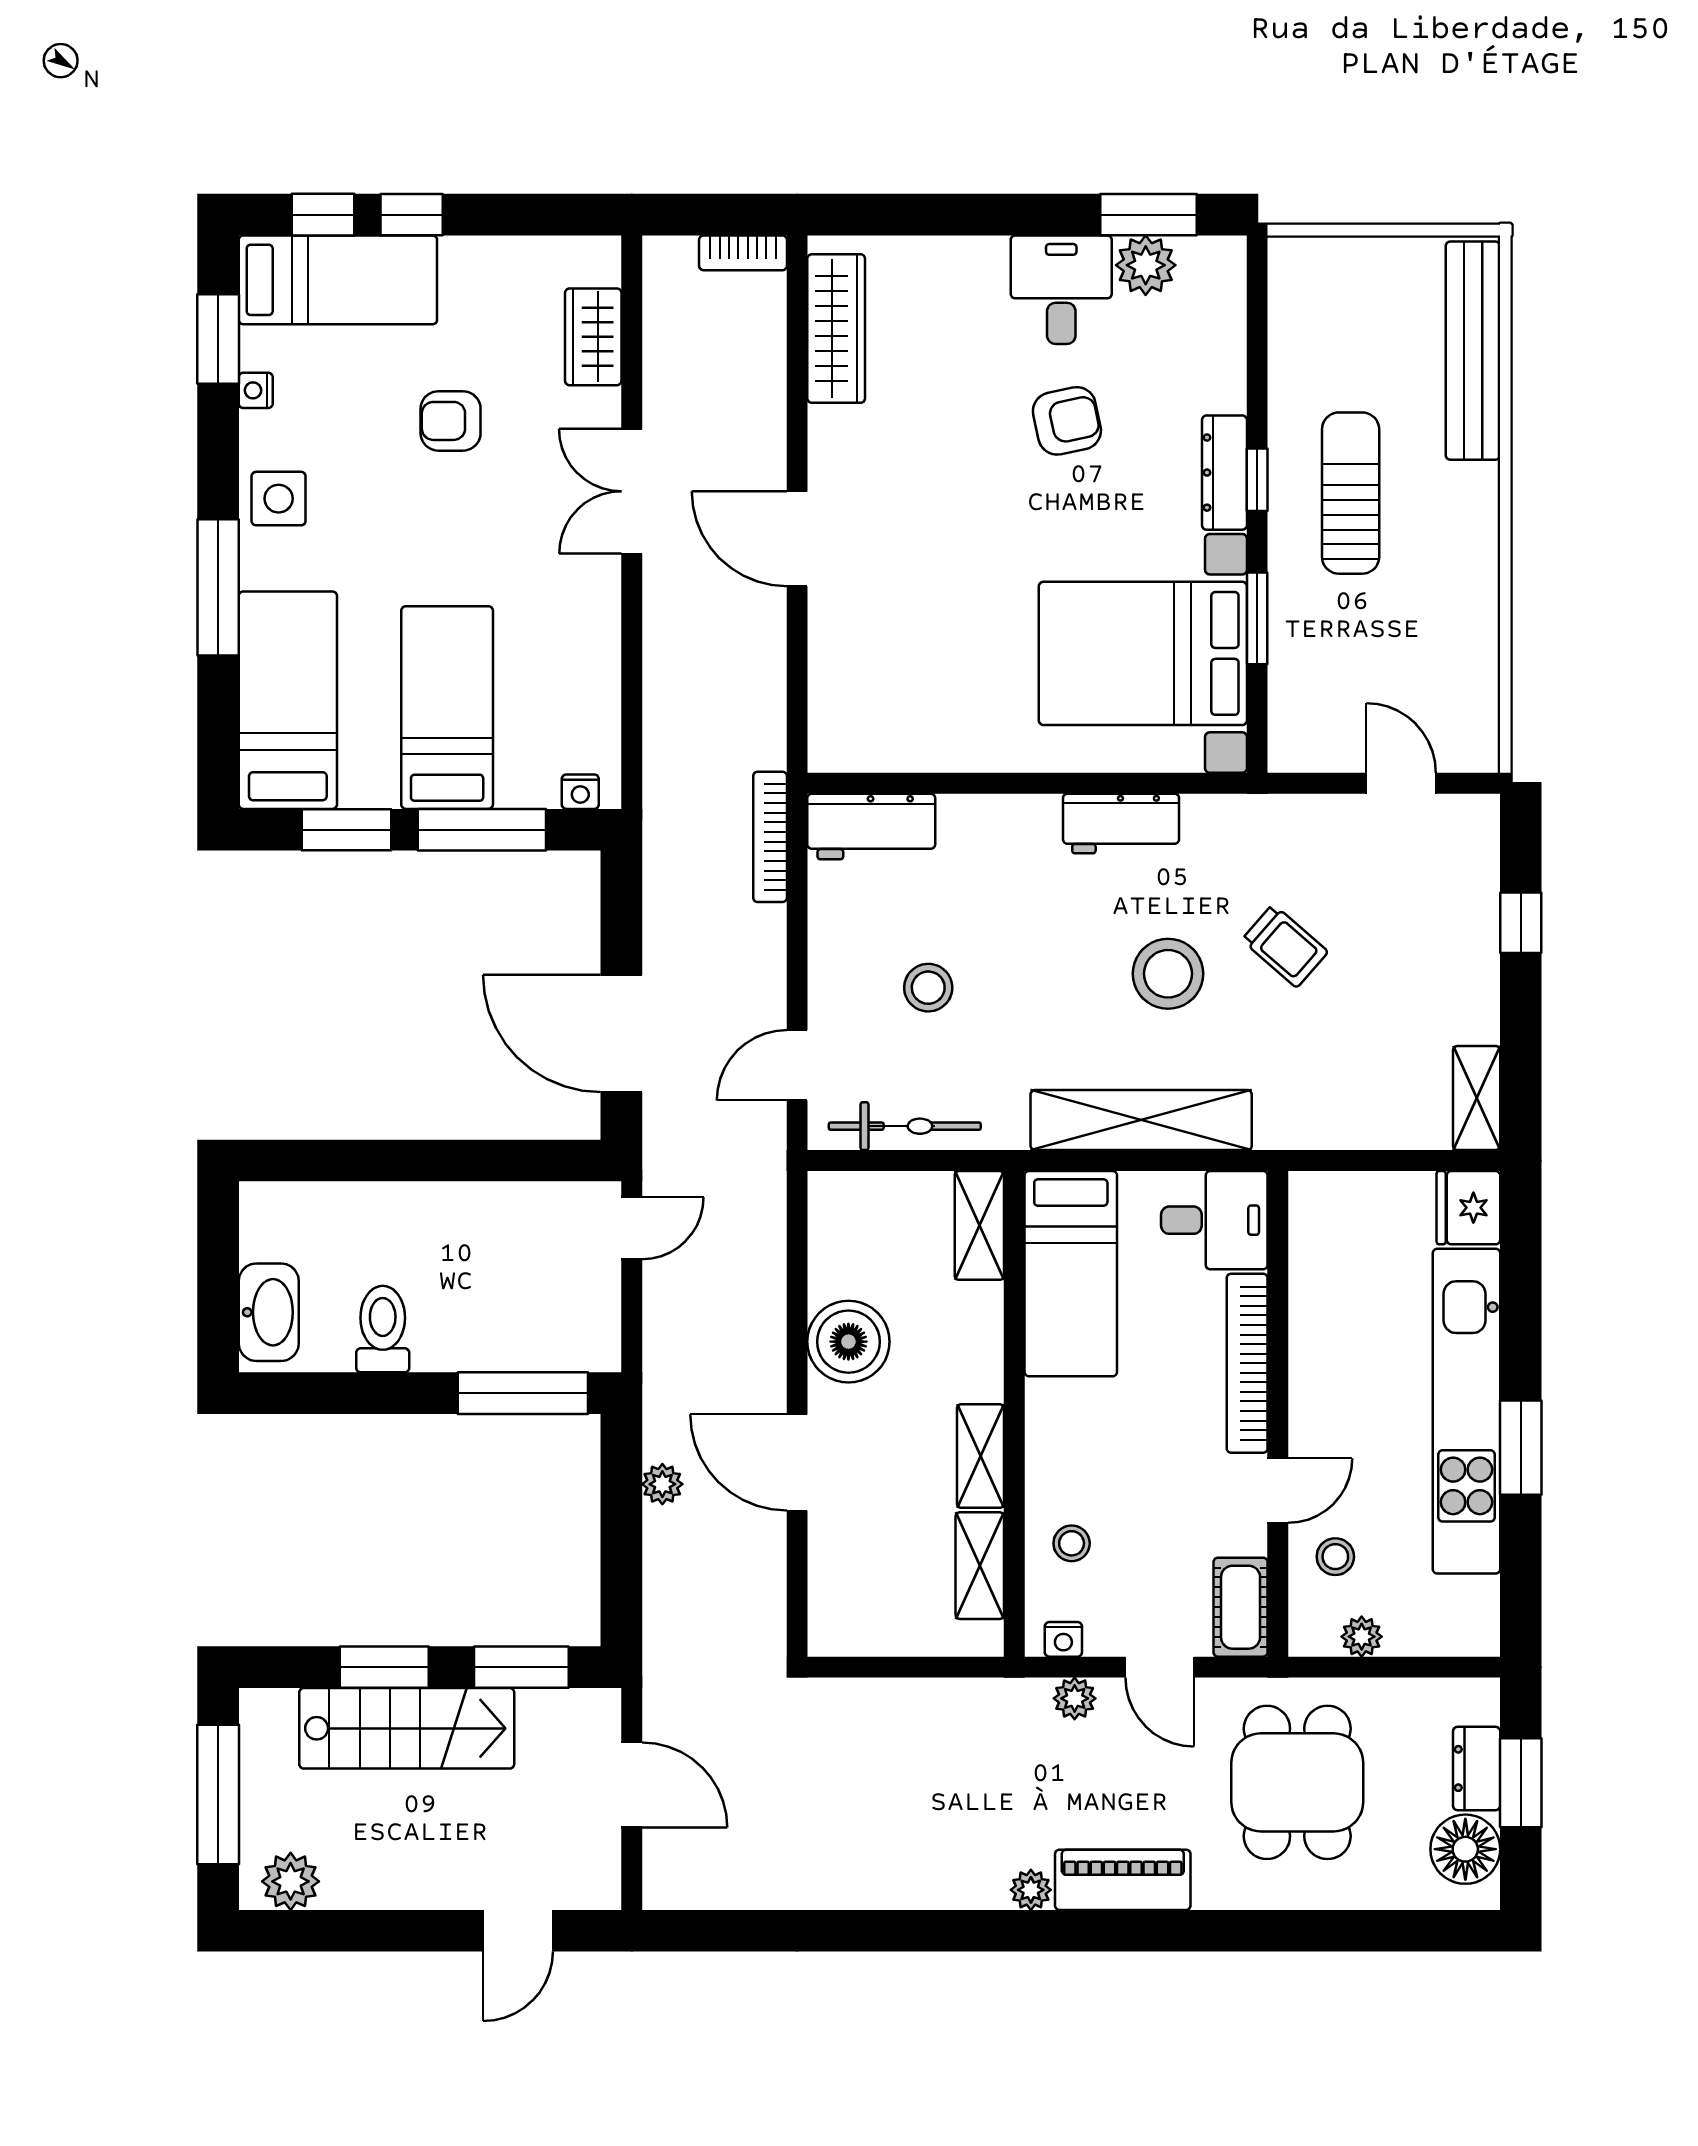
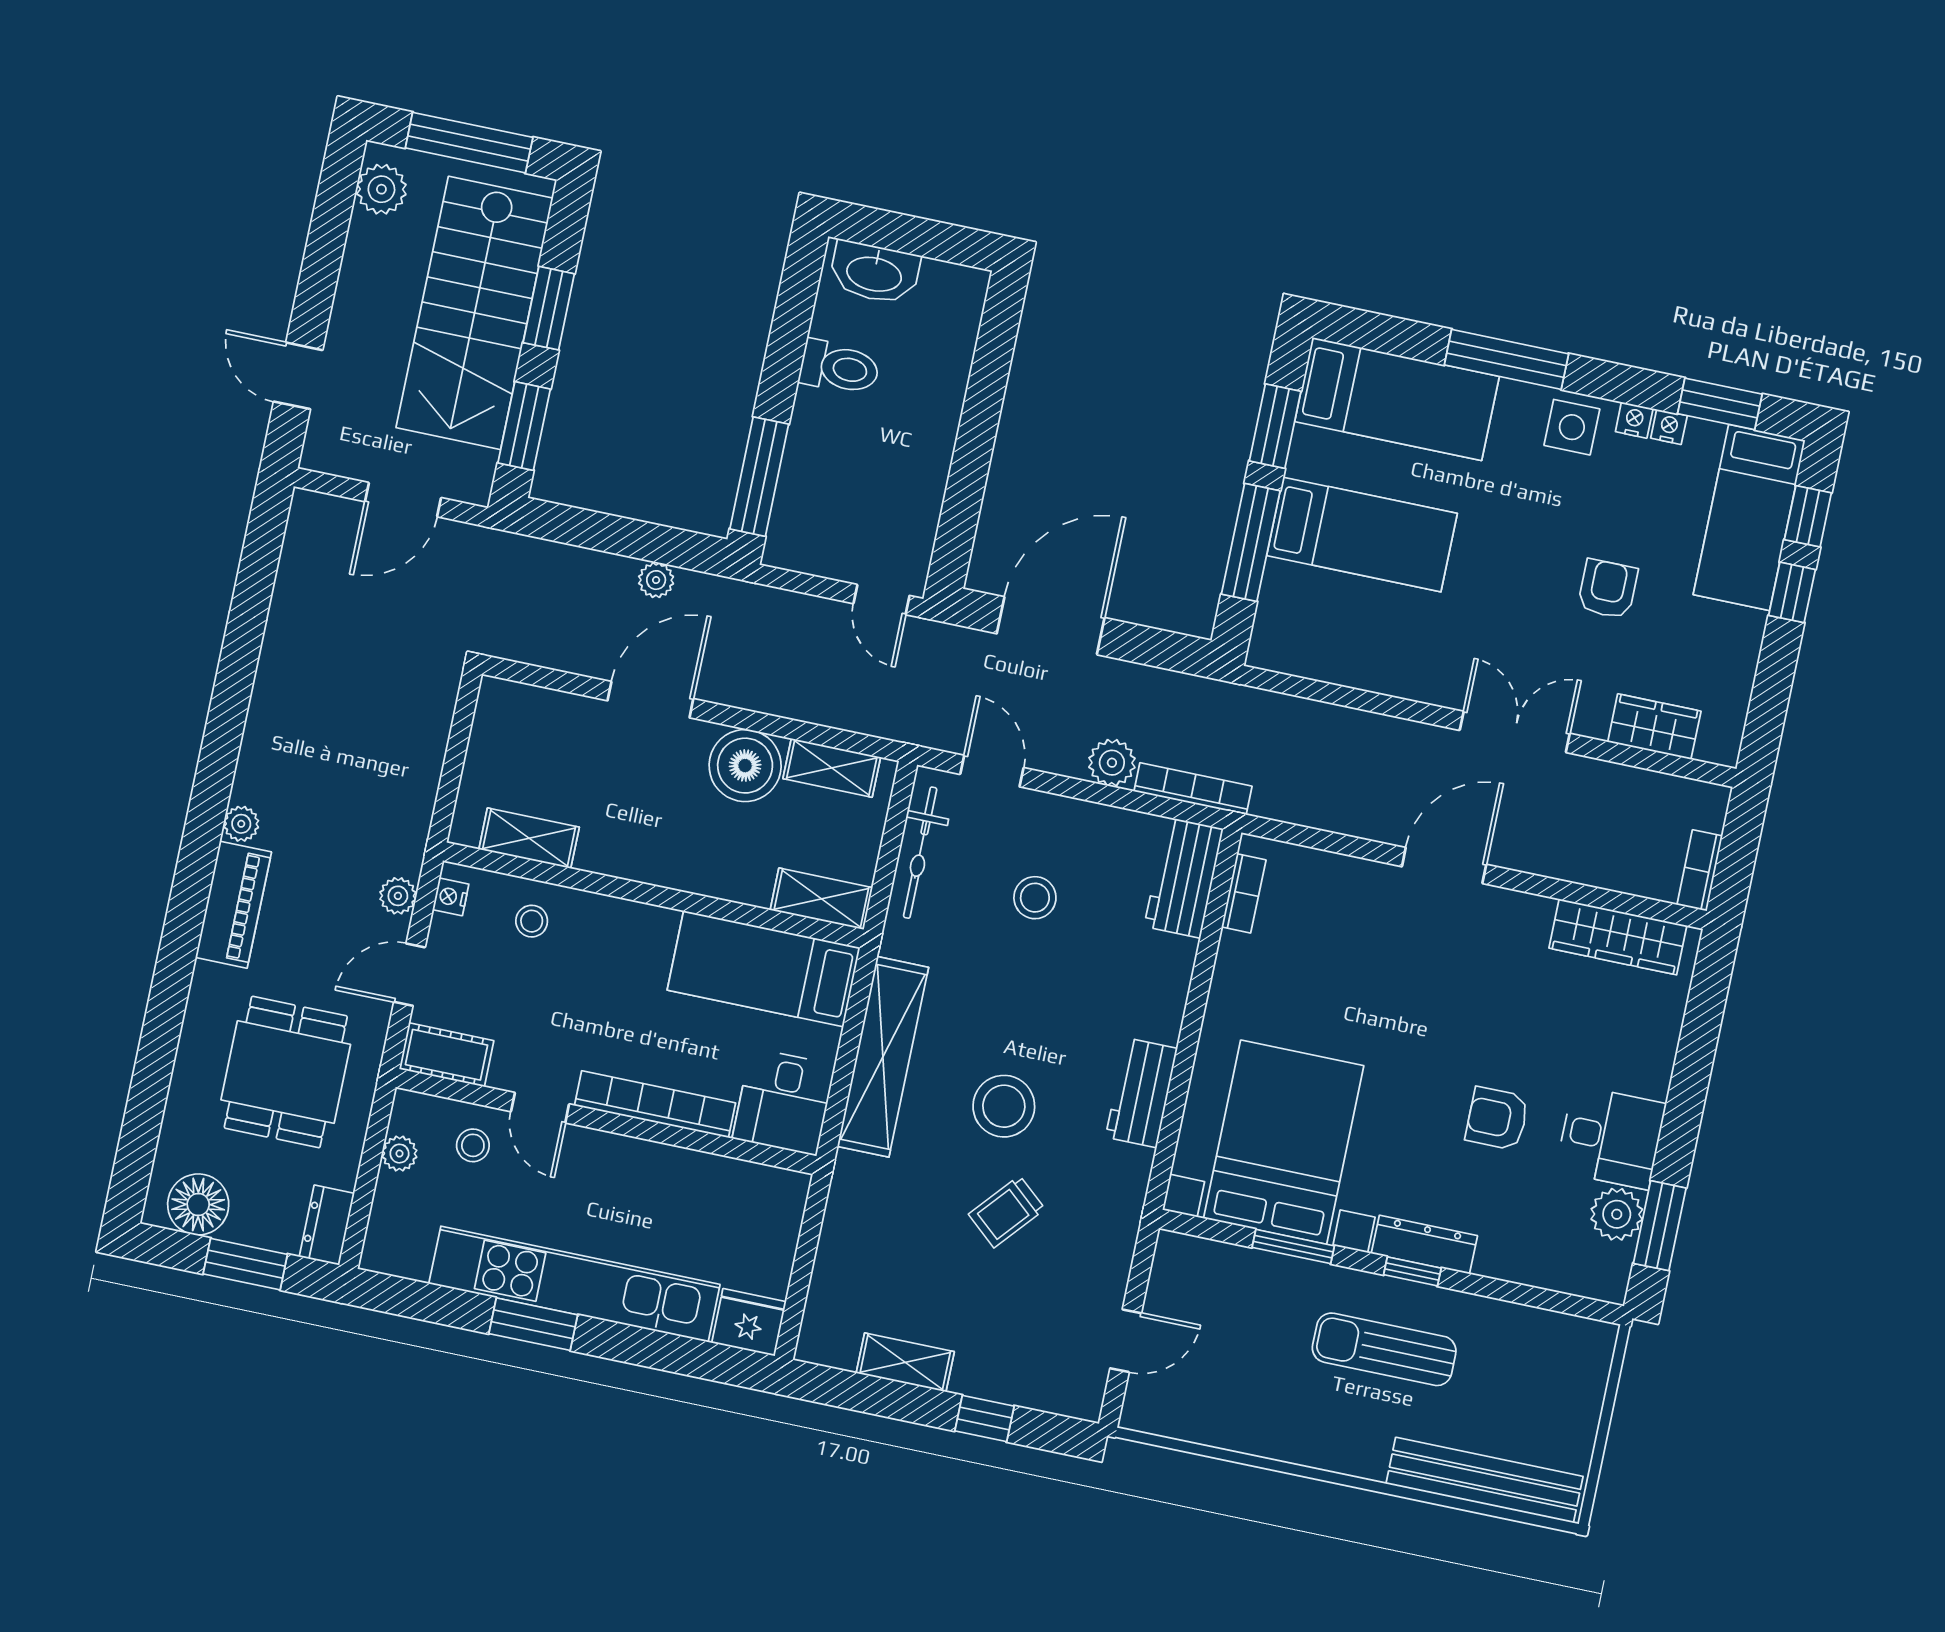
armchair: (1067, 421) -> (1497, 1119), turned 102
sun lounger: (1351, 493) -> (1384, 1349), turned 180
bookcase: (875, 756) -> (1244, 893), added
nightstand: (580, 792) -> (1634, 420), moved, turned 90
plant: (760, 933) -> (1112, 763), added
shelving: (1477, 1098) -> (905, 1362), moved
shelving: (980, 1456) -> (832, 768), moved
stairs: (407, 1728) -> (475, 313), width x1.36, depth x1.51
dresser: (1477, 1768) -> (327, 1225), moved, turned -90
dining table: (1297, 1782) -> (286, 1072), turned 90

